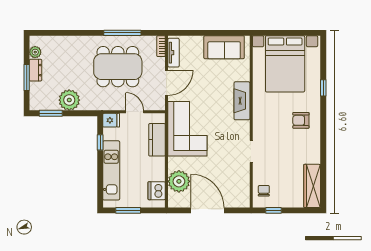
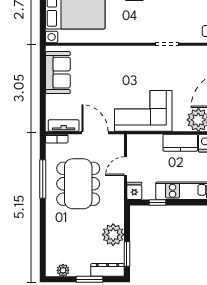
dresser: (36, 70) -> (108, 270), moved, width x1.44
fireplace: (242, 101) -> (114, 54), removed
kitchen counter: (157, 140) -> (180, 143), moved

